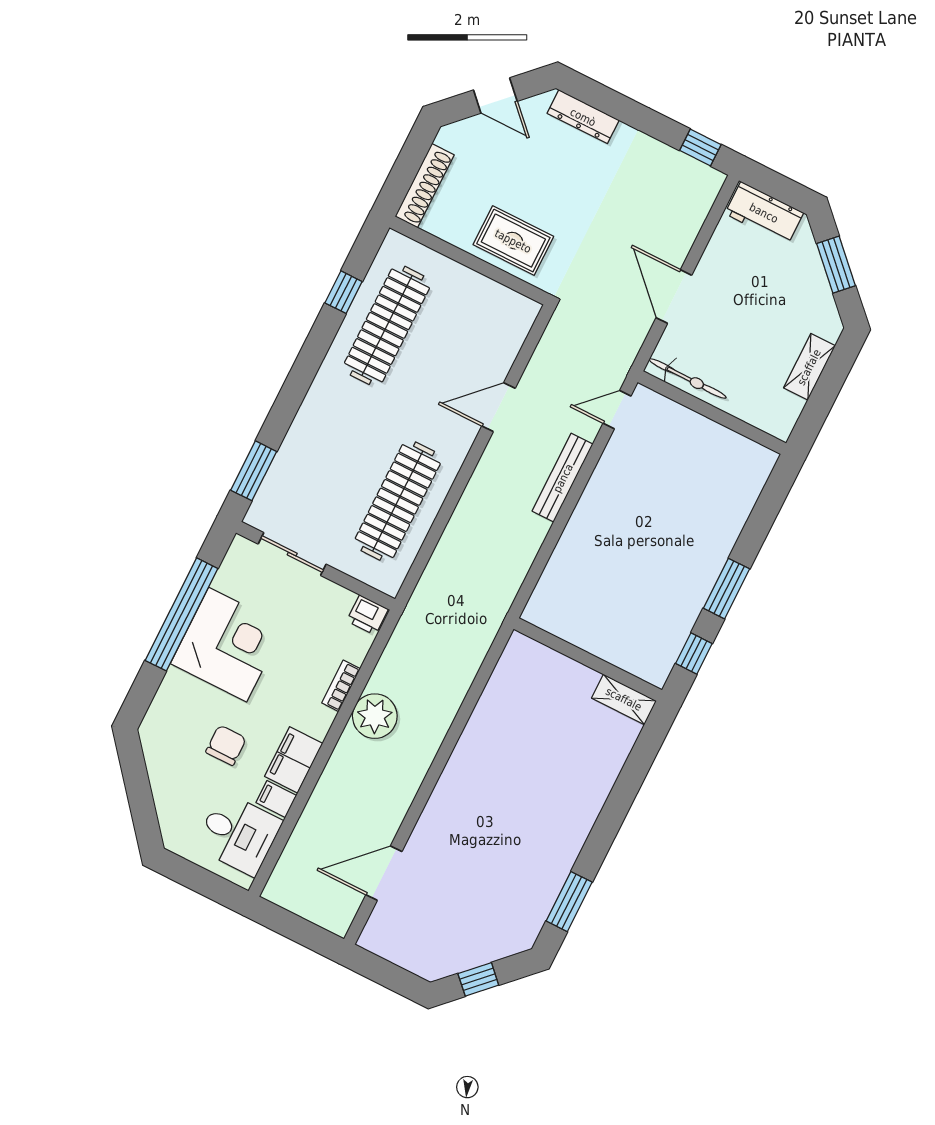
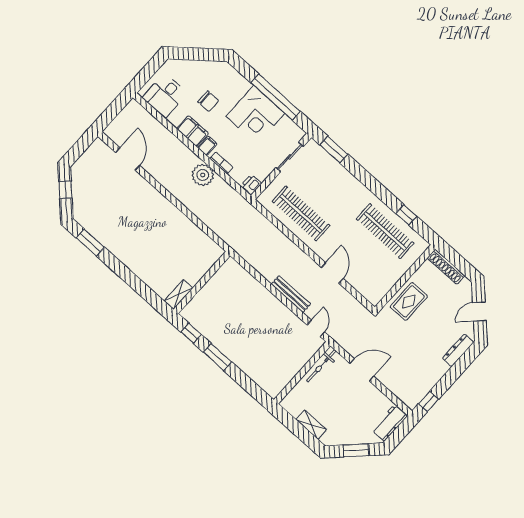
filing cabinet: (276, 799) -> (207, 146), moved

